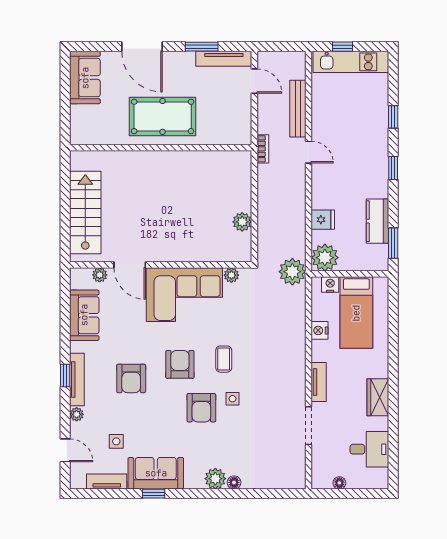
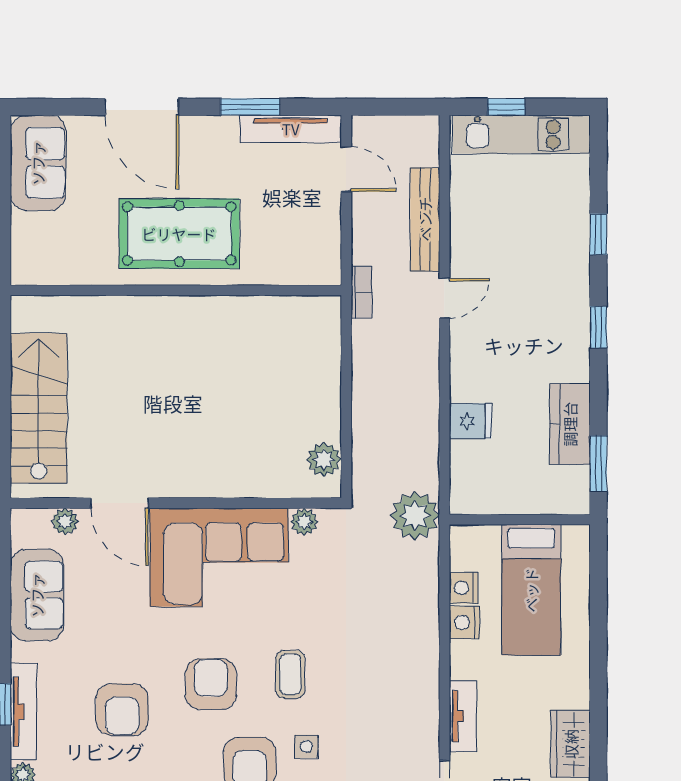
door: (309, 152) -> (444, 298), hinge flipped
plant: (242, 222) -> (324, 460), moved
plant: (325, 258) -> (474, 490), removed
nightstand: (330, 284) -> (464, 588), moved, turned -90

